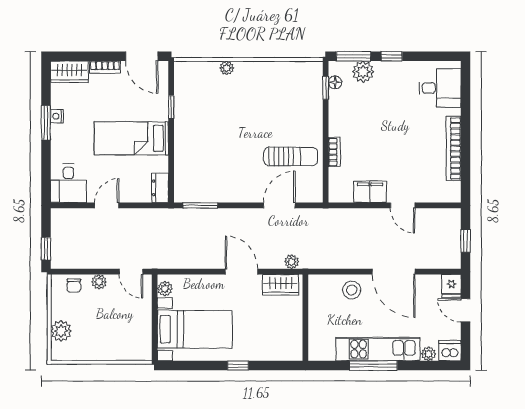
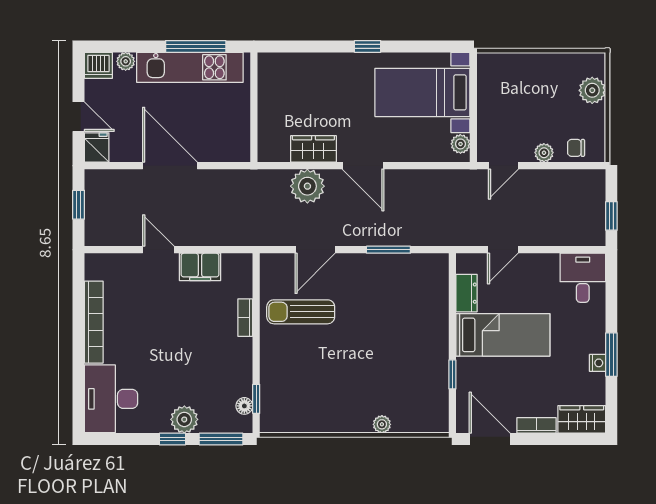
plant: (363, 72) -> (184, 419), moved
desk: (440, 88) -> (111, 399), width x1.37
dresser: (160, 188) -> (467, 293), moved
door: (107, 205) -> (503, 250), moved
window: (200, 205) -> (388, 250), moved
window: (46, 249) -> (611, 216), moved
plant: (292, 262) -> (307, 186), width x1.87, depth x1.87
door: (131, 272) -> (503, 166), swing flipped
chair: (74, 286) -> (576, 148), turned -90
stool: (352, 290) -> (223, 142), removed
wall: (305, 318) -> (254, 107), moved

